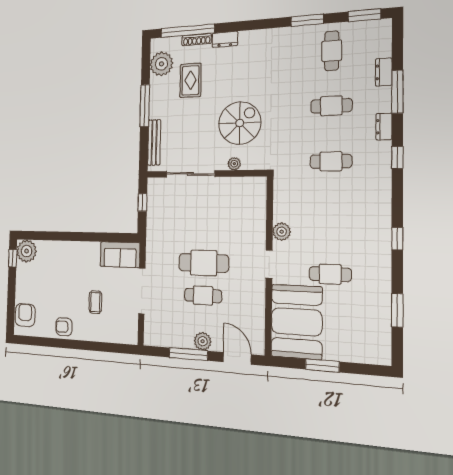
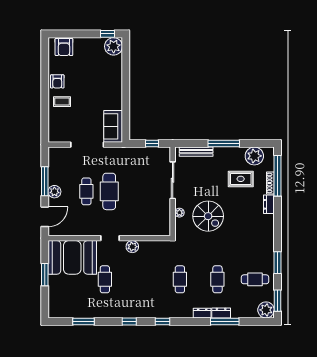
plant: (379, 31) -> (266, 310), added
dresser: (384, 72) -> (221, 313), moved
window: (397, 157) -> (163, 322), moved
coffee table: (95, 302) -> (62, 102), moved
armchair: (25, 315) -> (64, 47), turned 90
armchair: (64, 327) -> (57, 81), turned 180

